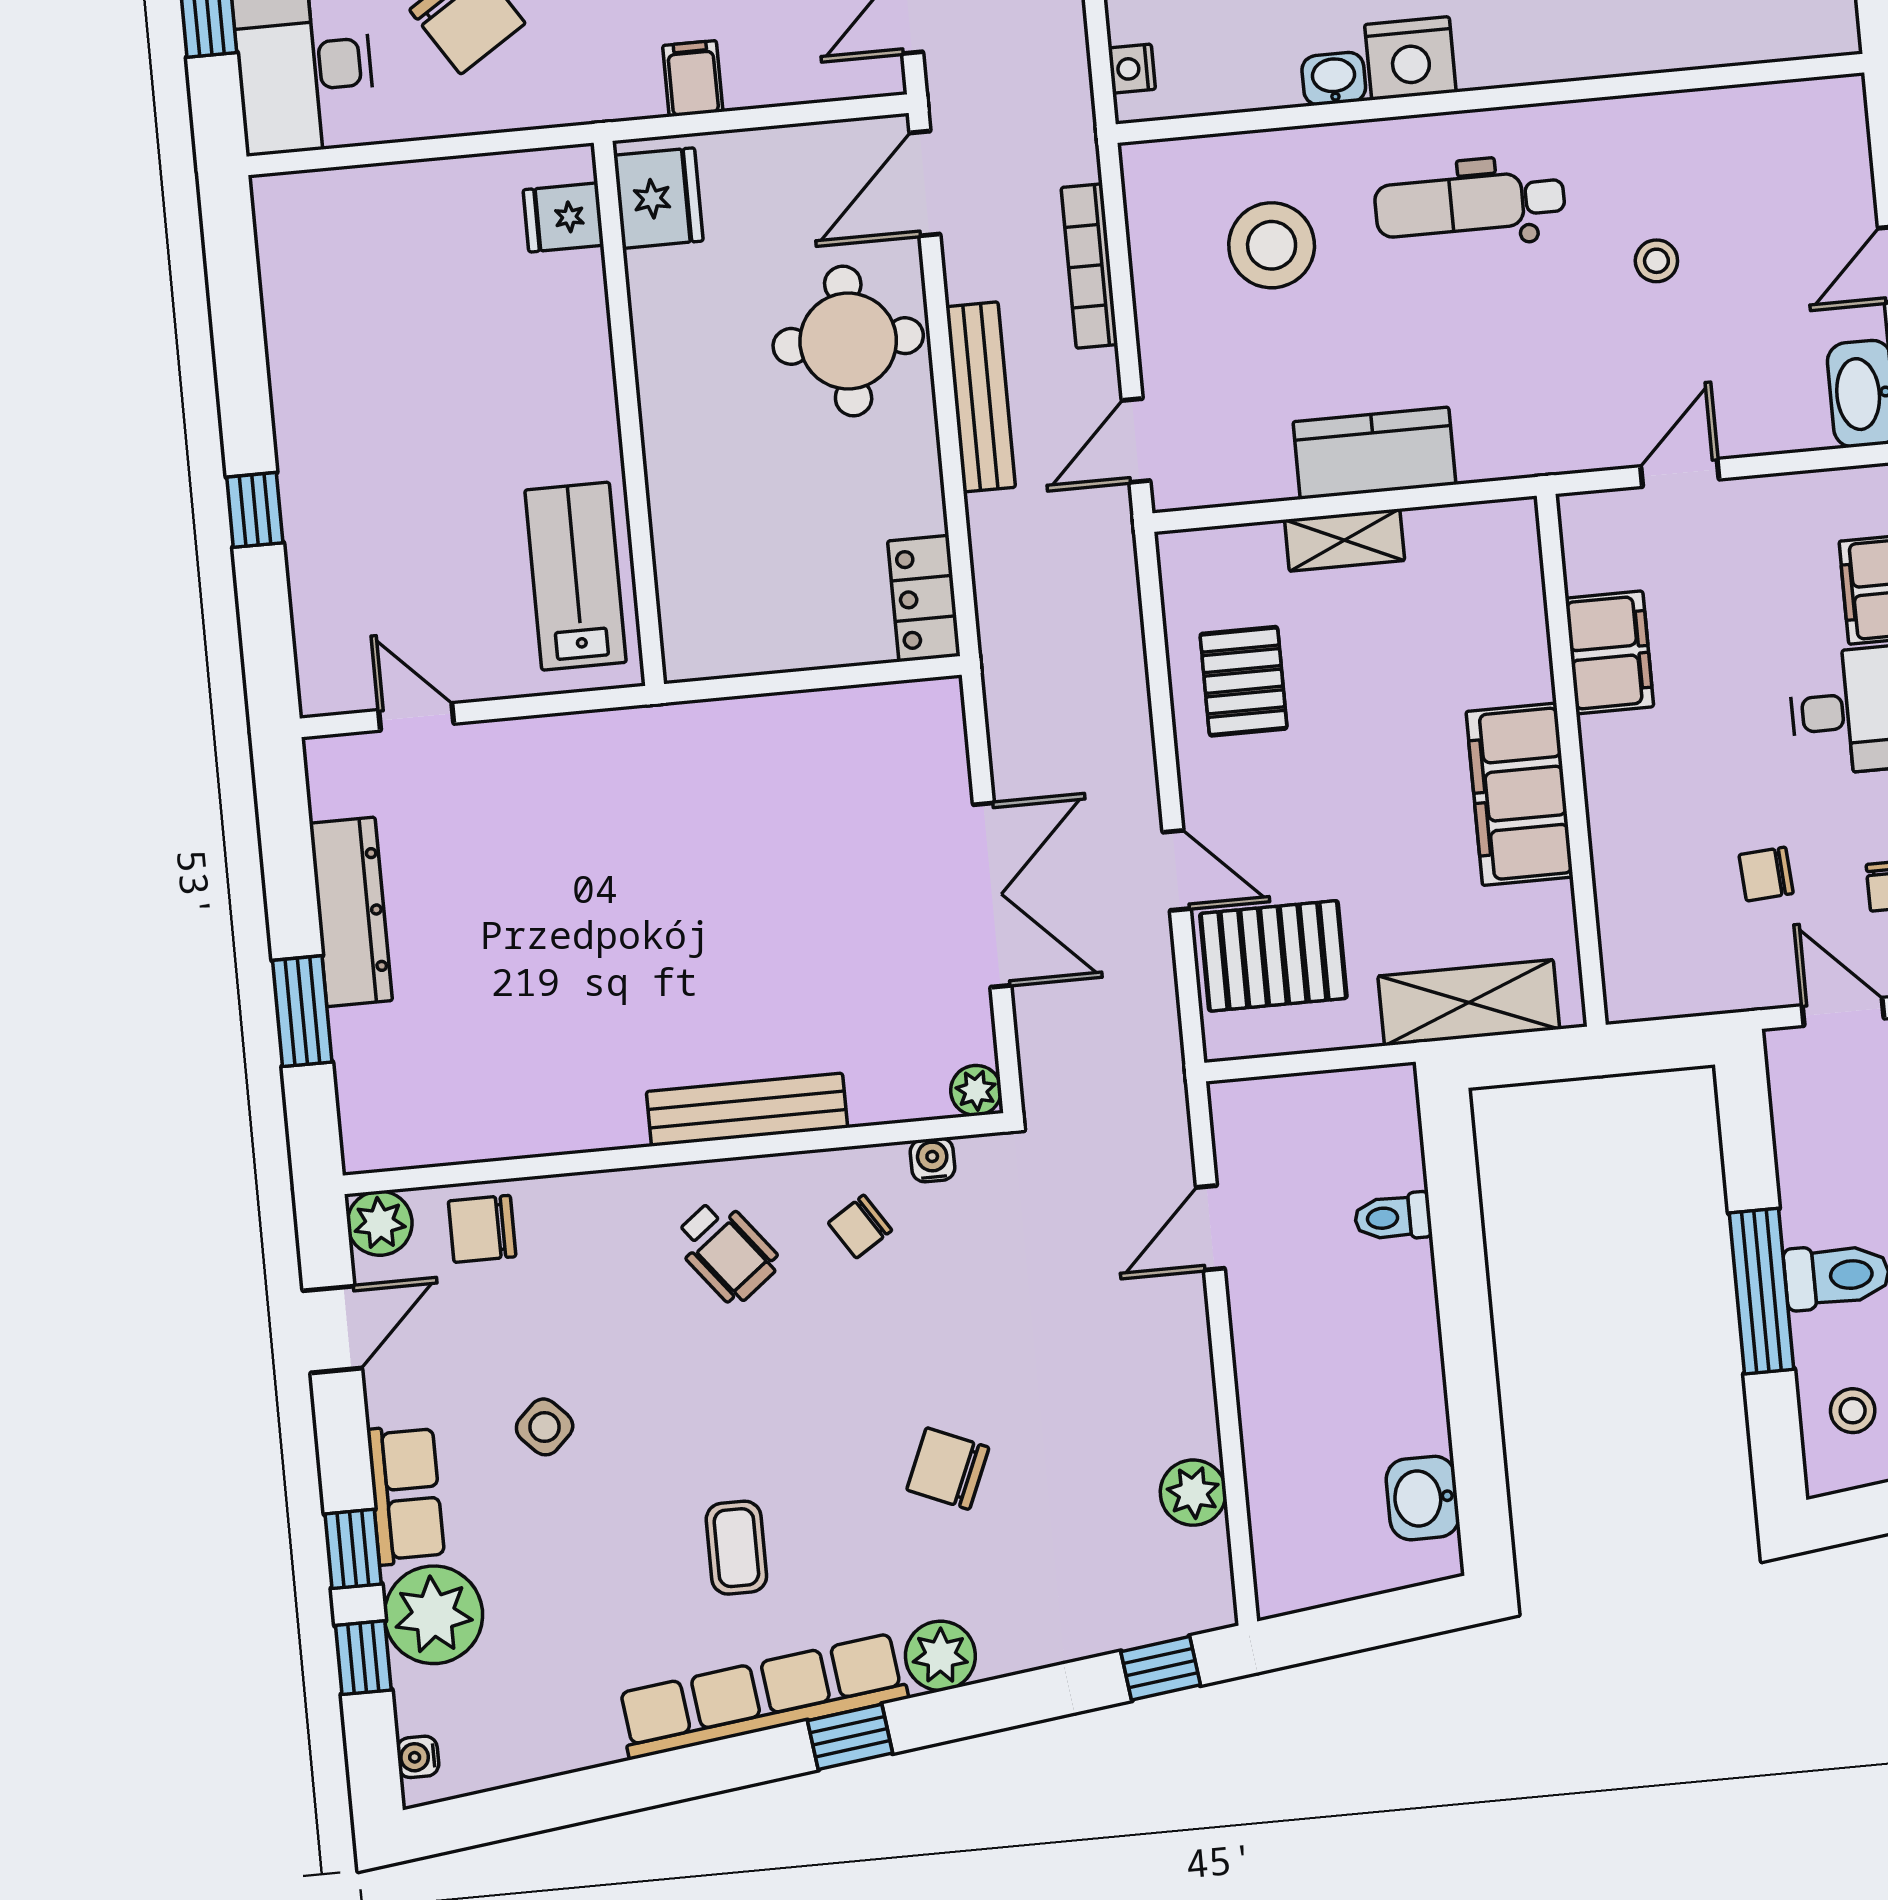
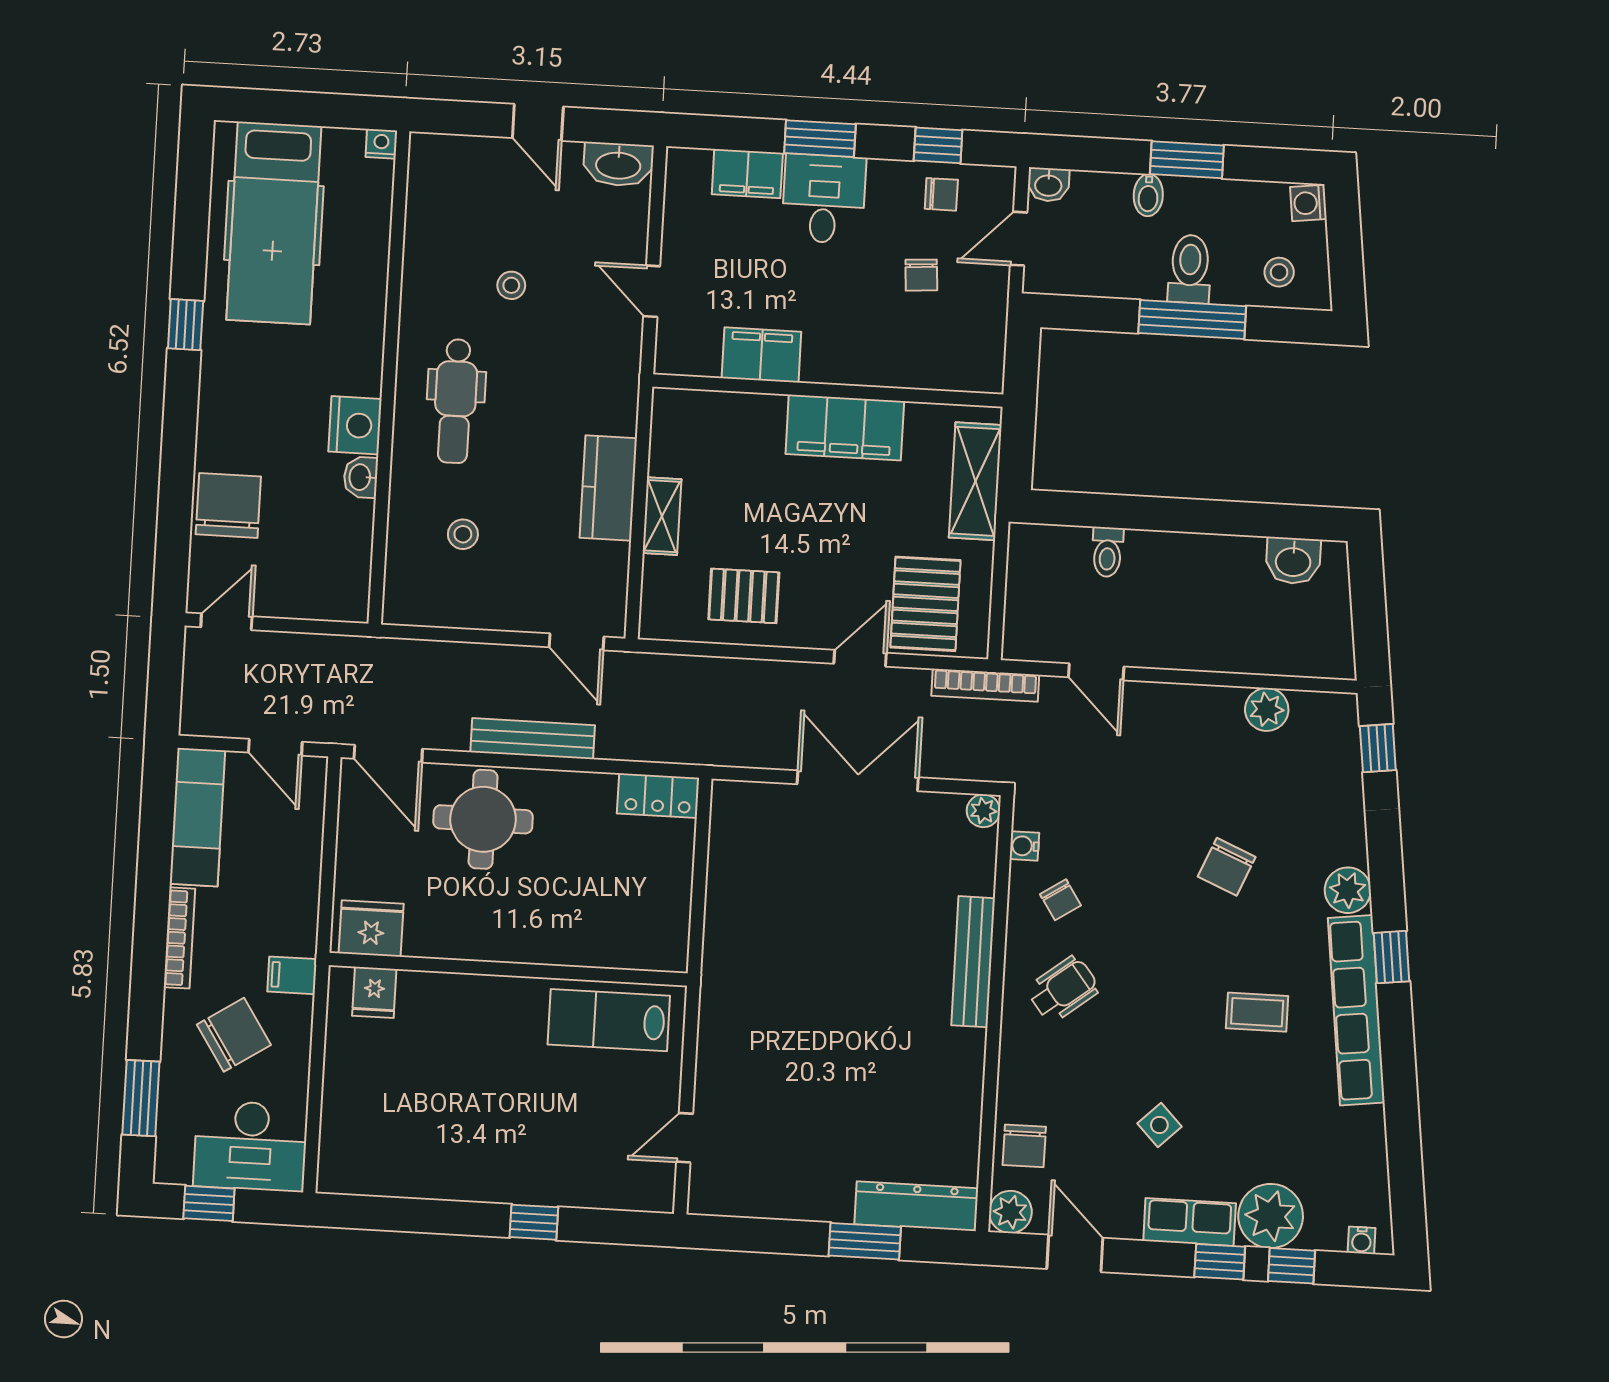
nightstand: (1132, 69) -> (381, 144), moved, turned 180
filing cabinet: (693, 78) -> (292, 975), moved
stool: (1272, 245) -> (463, 534), width x0.53, depth x0.53
bookcase: (1089, 266) -> (985, 685), moved
dresser: (351, 912) -> (916, 1206), moved

